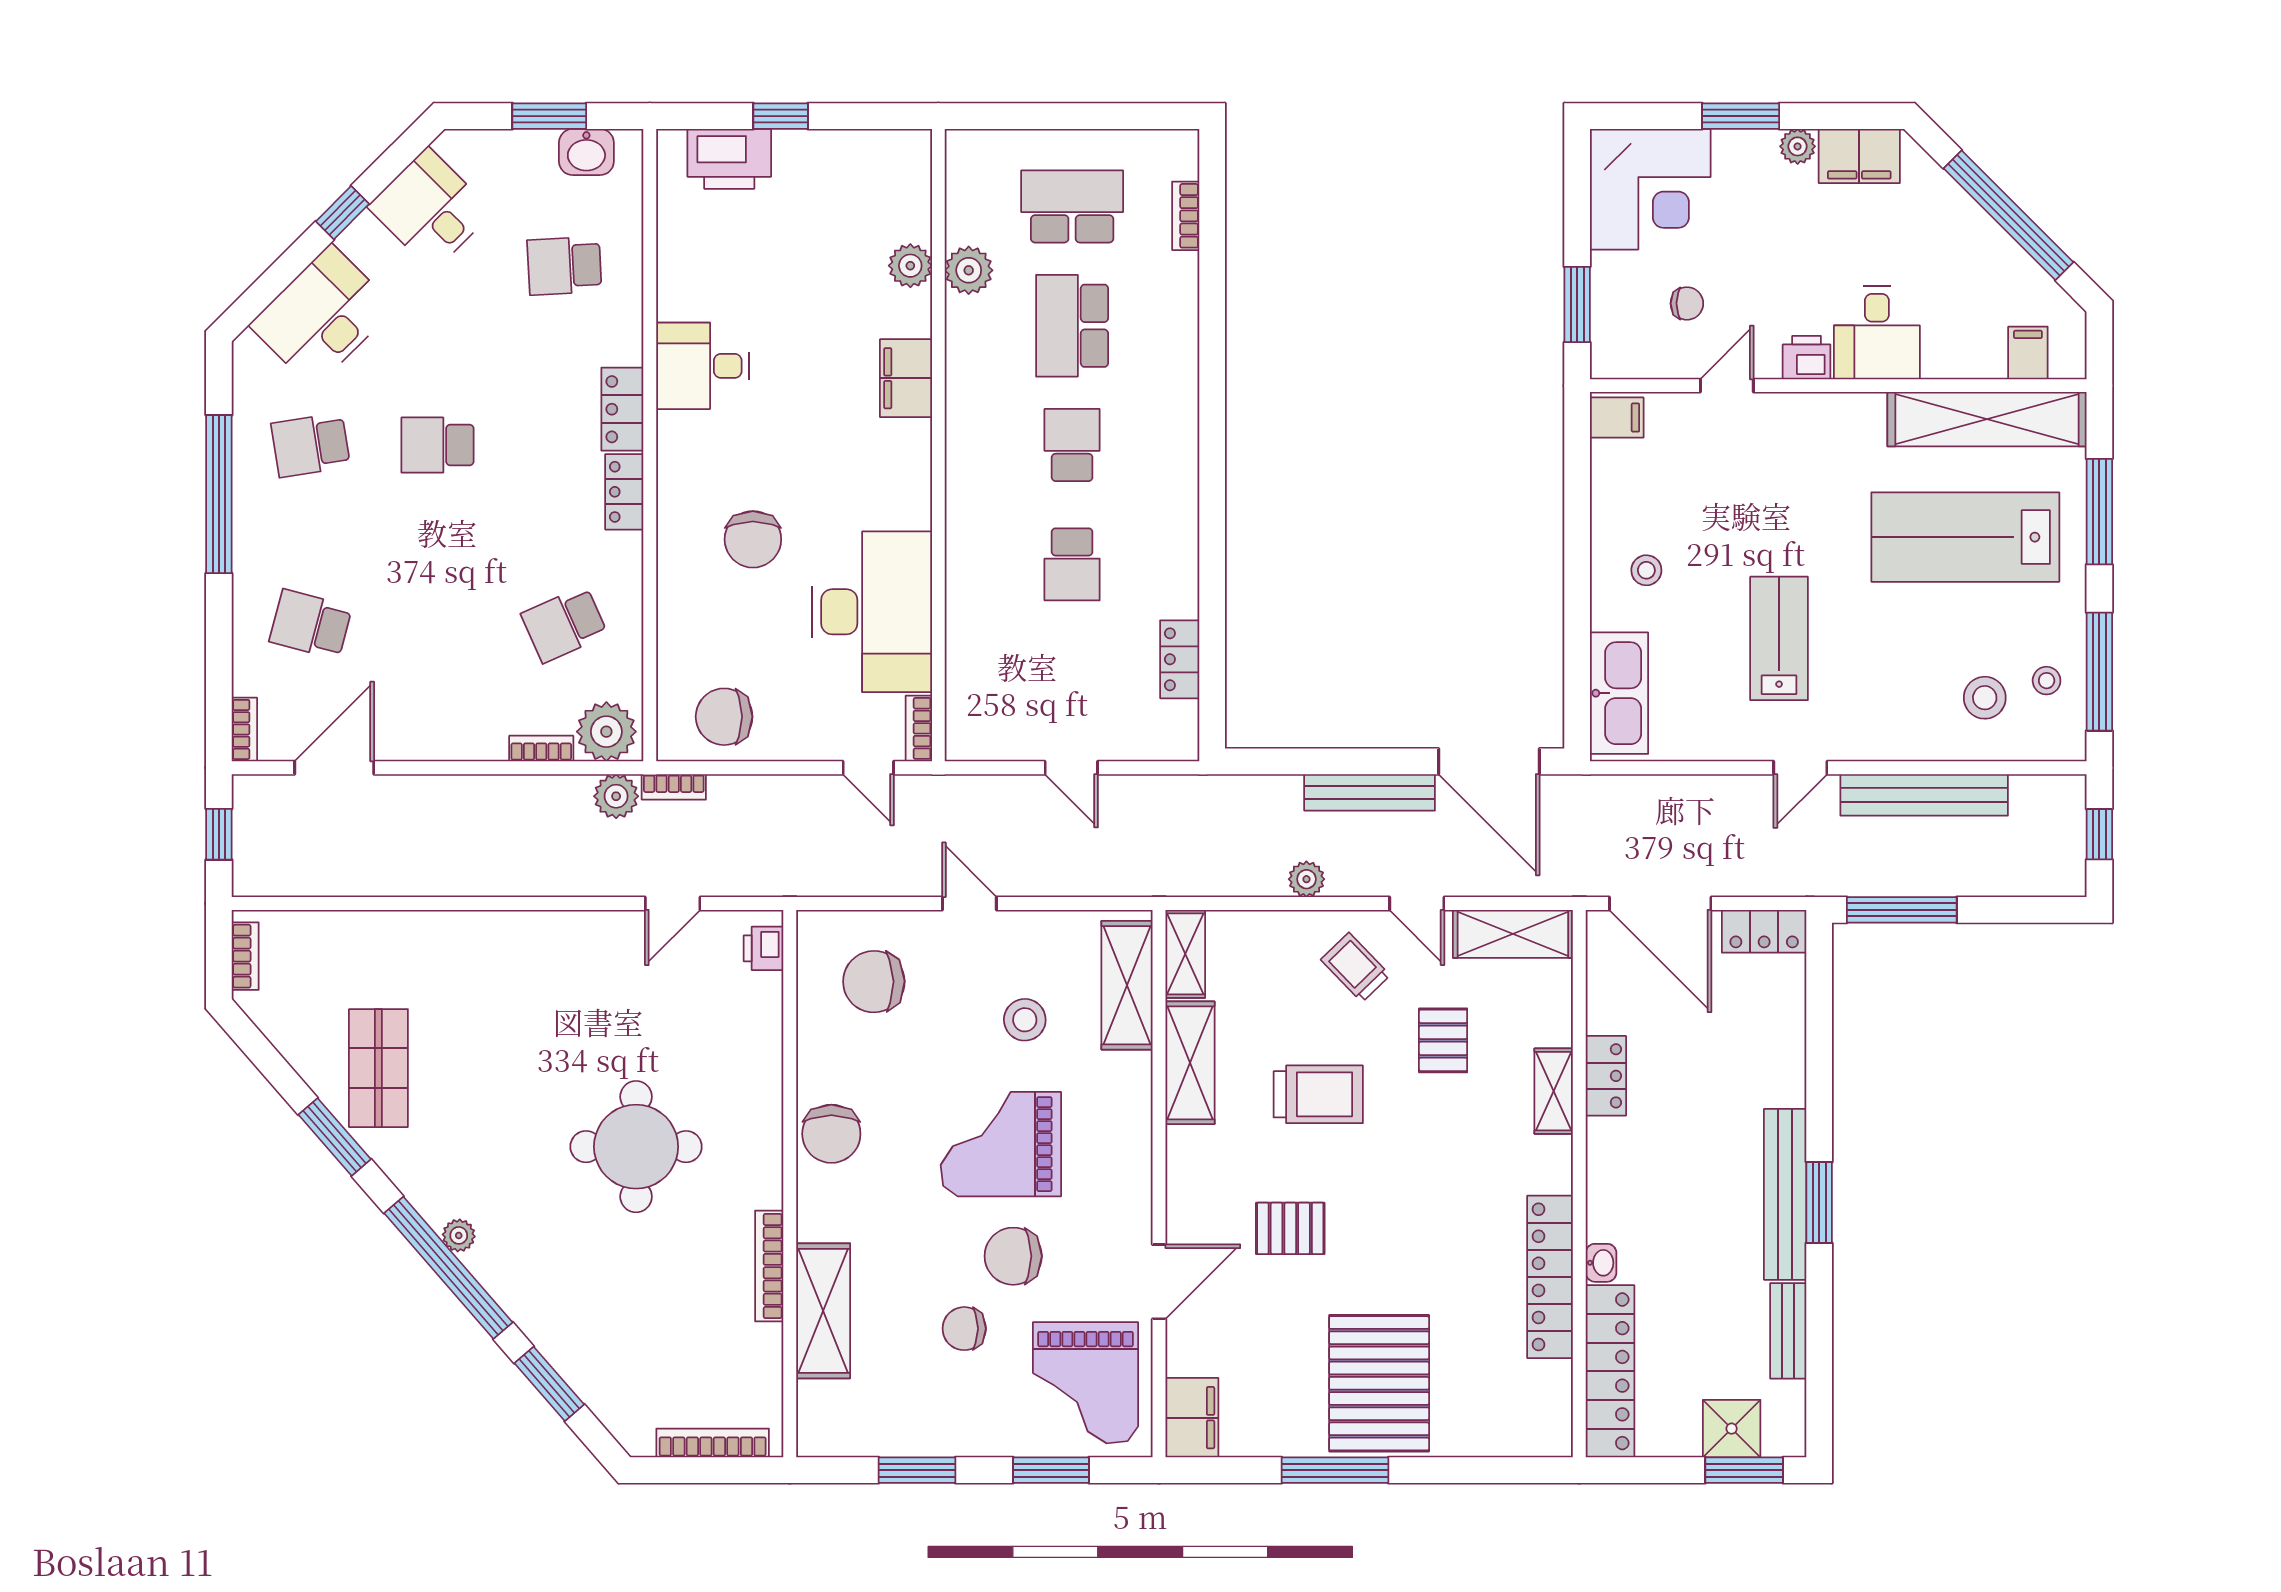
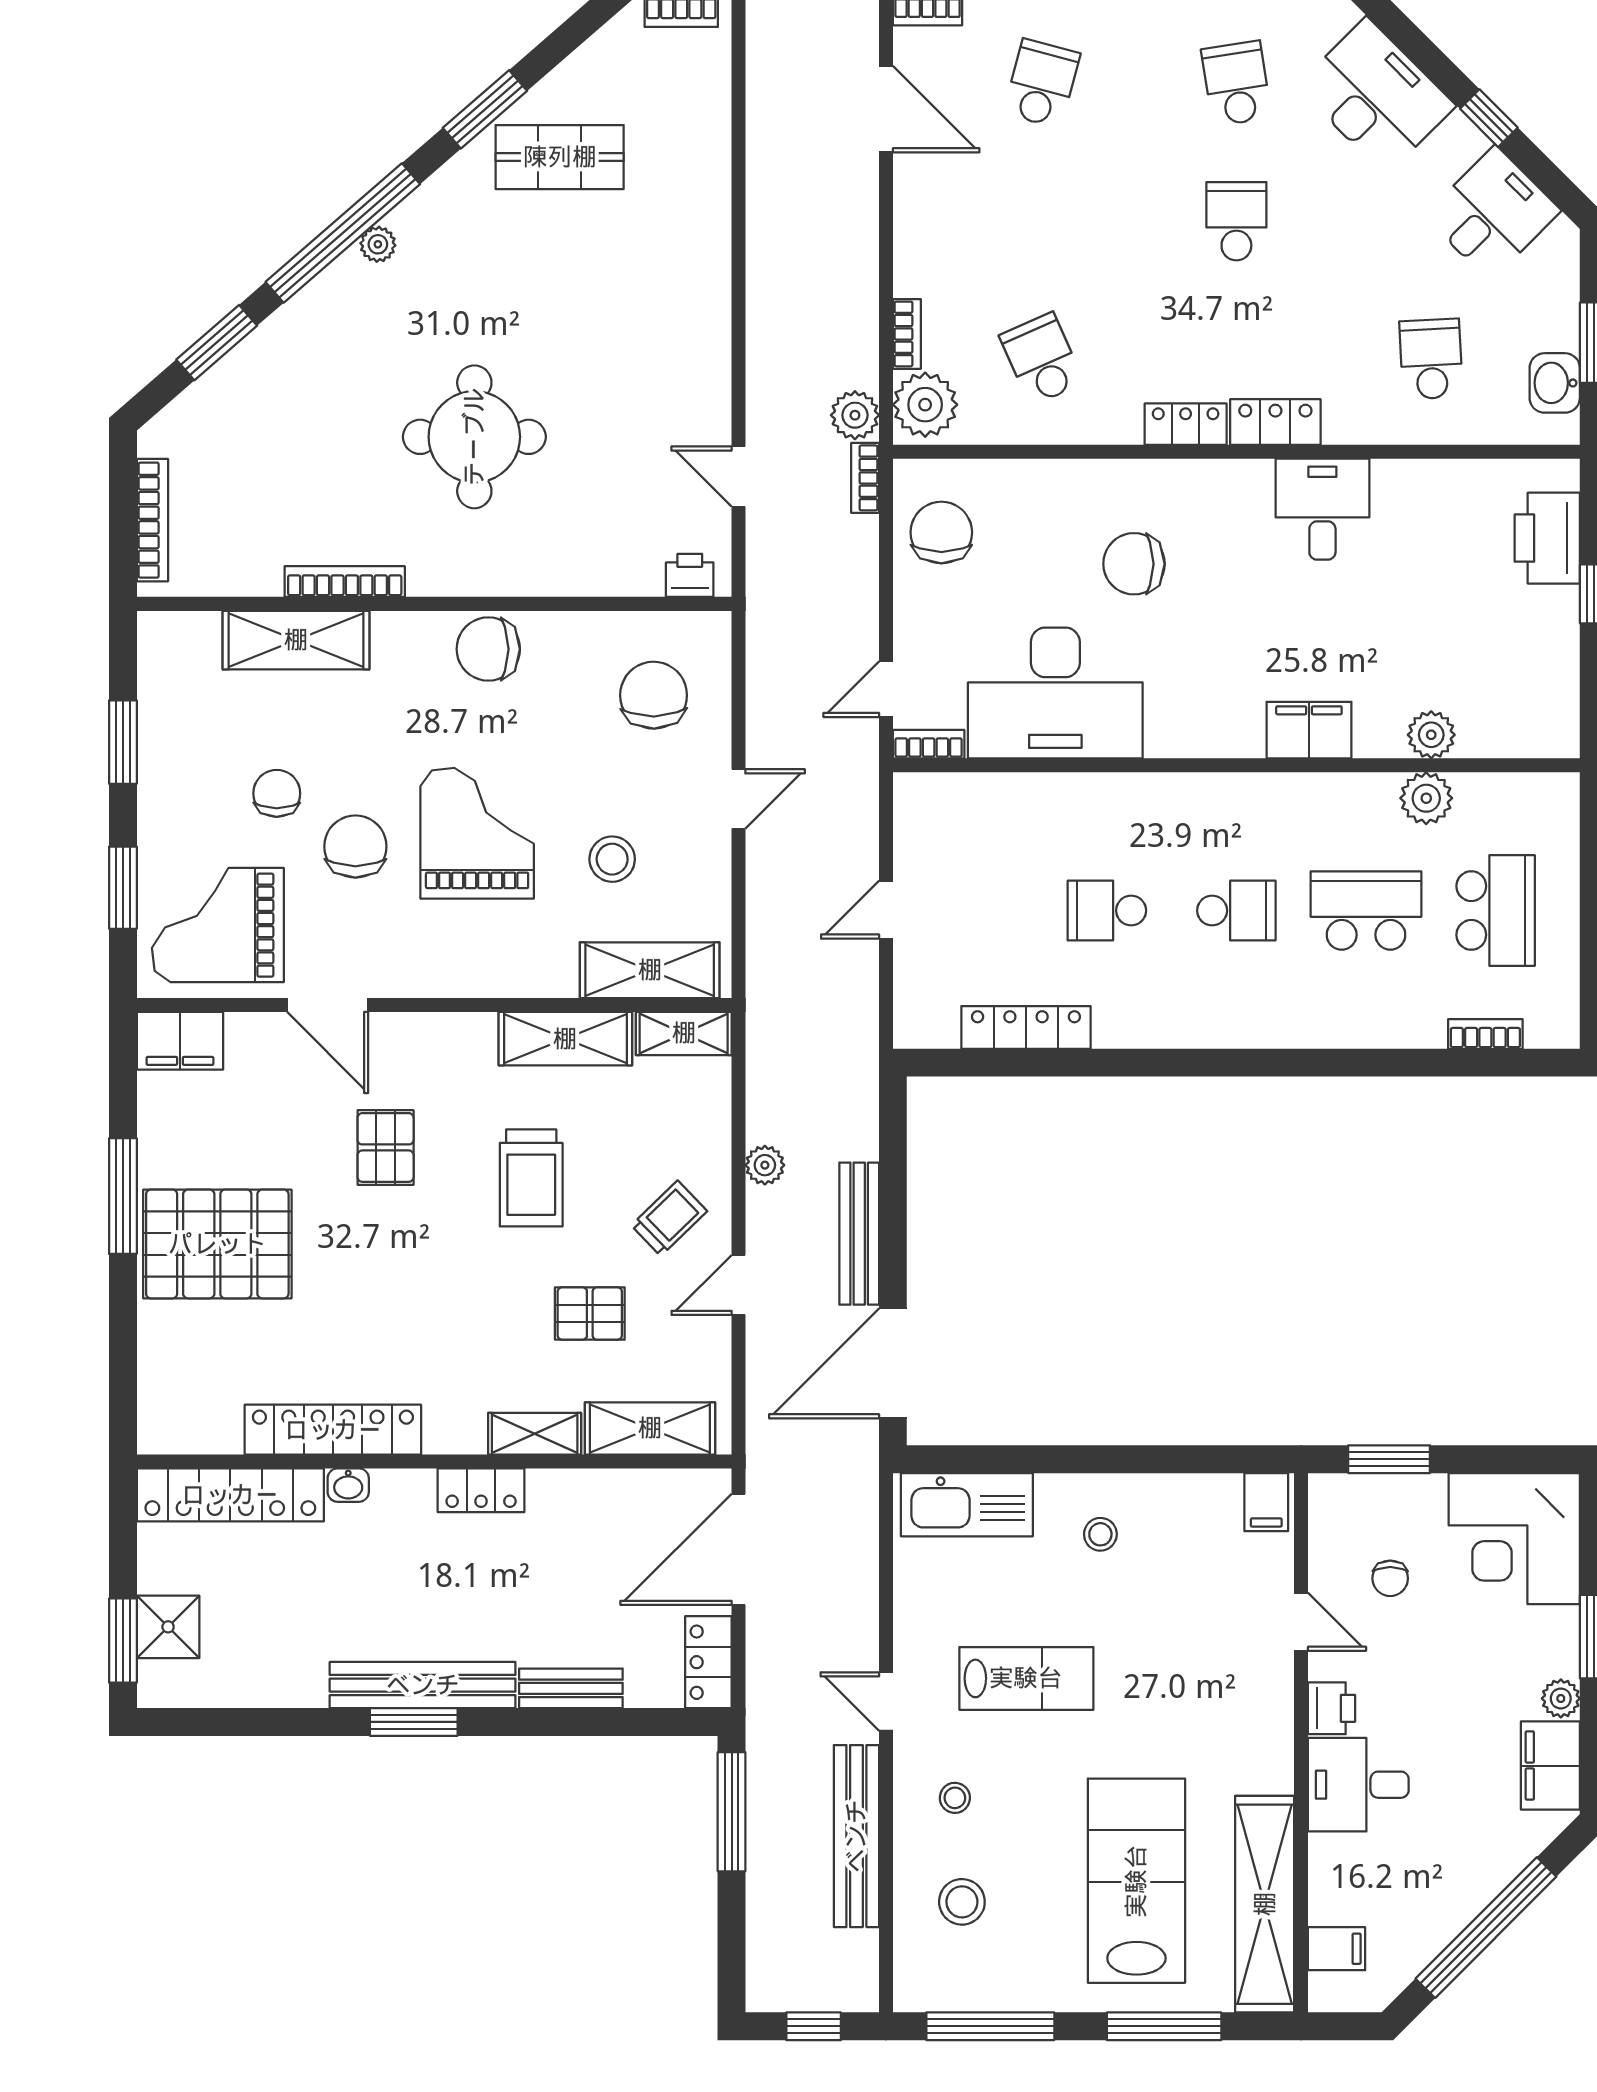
locker: (1180, 659) -> (1026, 1027), width x1.53
stool: (2047, 681) -> (955, 1798), moved
shelving: (1513, 934) -> (650, 1428), moved, turned 90
locker: (1606, 1076) -> (481, 1490), moved
bench: (1788, 1331) -> (571, 1688), moved

